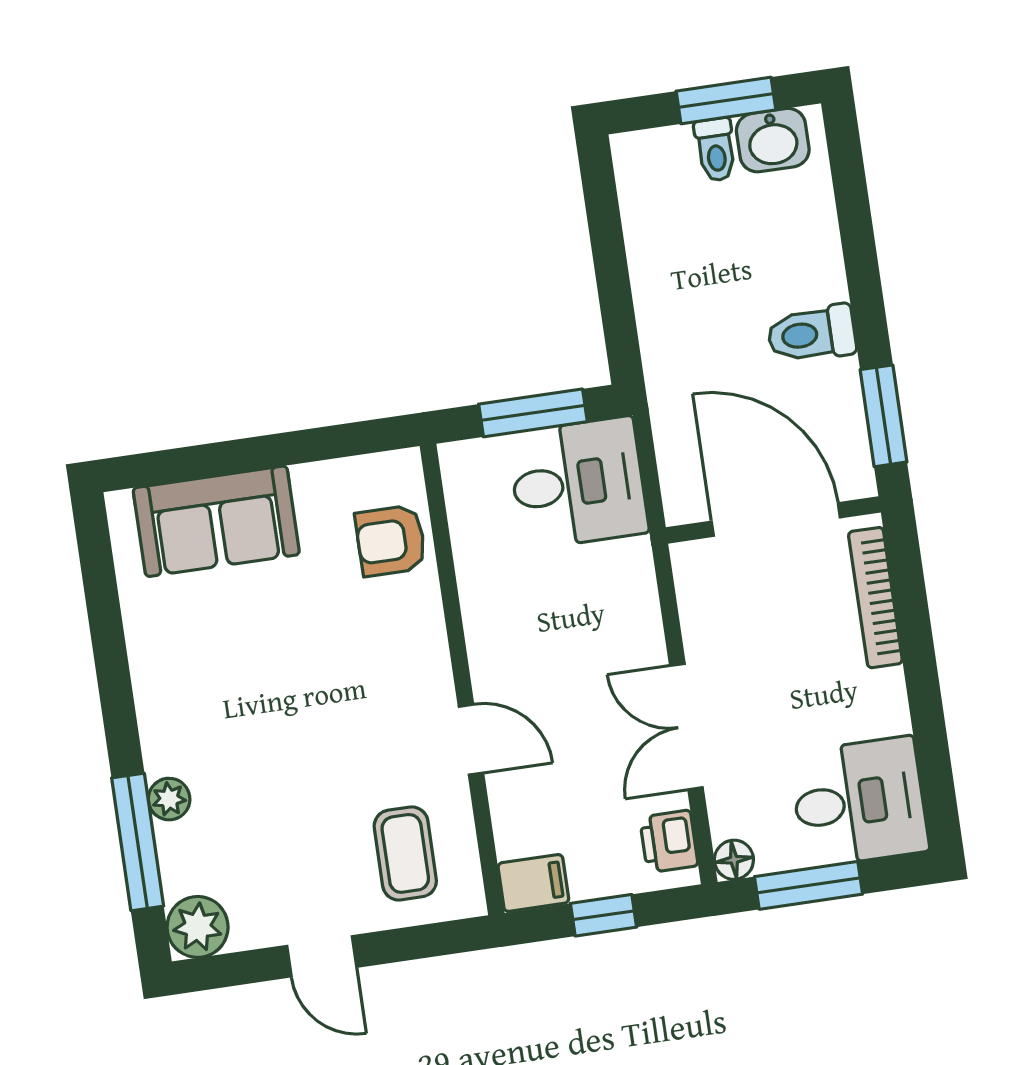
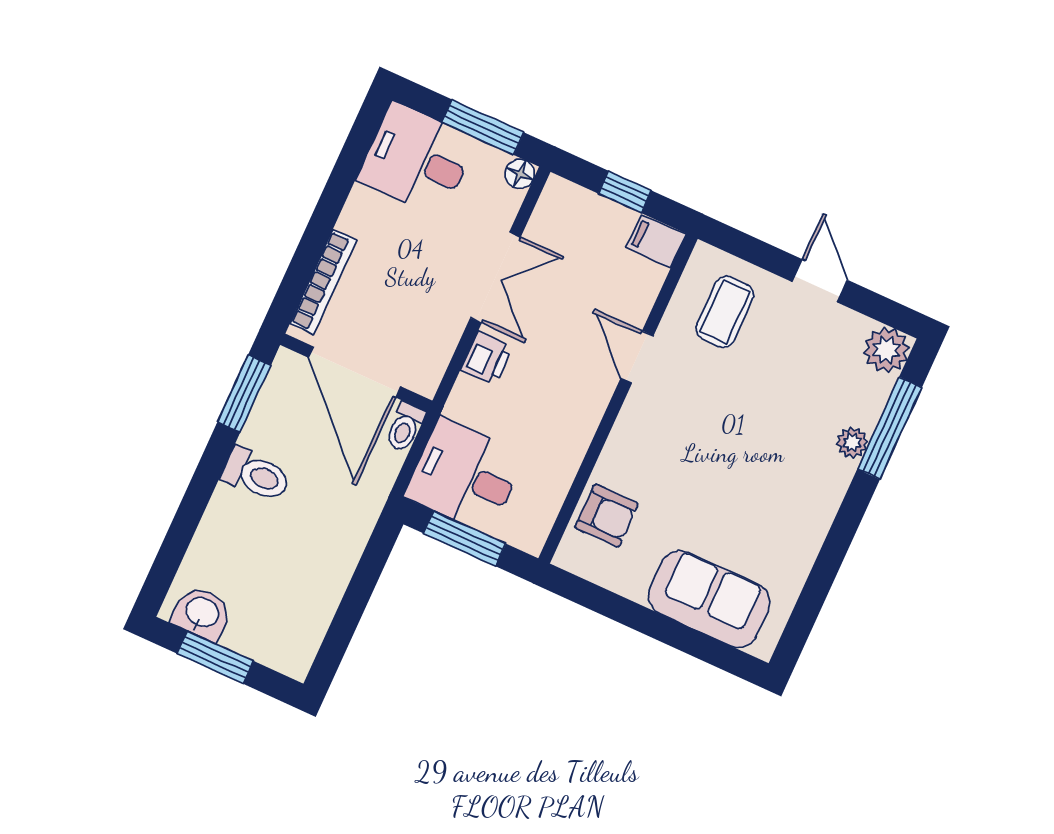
toilet: (716, 150) -> (405, 427), moved, turned 180
printer: (669, 841) -> (487, 358), moved

